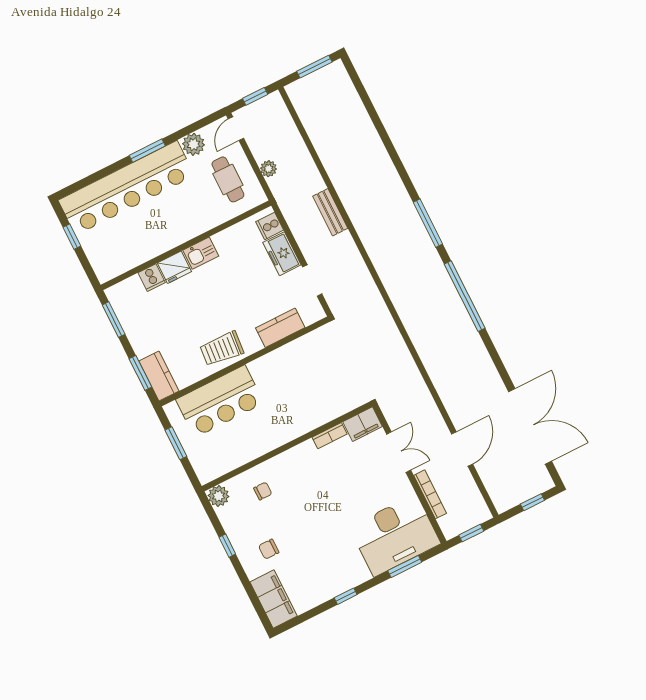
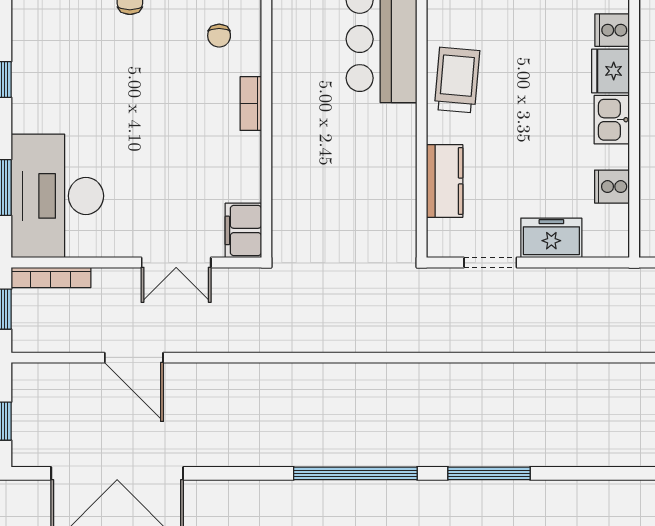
bench: (330, 212) -> (576, 339), removed
cooker: (270, 226) -> (612, 187), moved, turned -90
bookcase: (330, 436) -> (251, 104), moved
bookcase: (430, 494) -> (51, 277), moved

